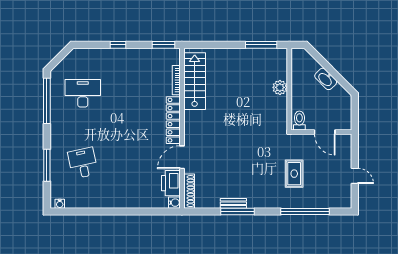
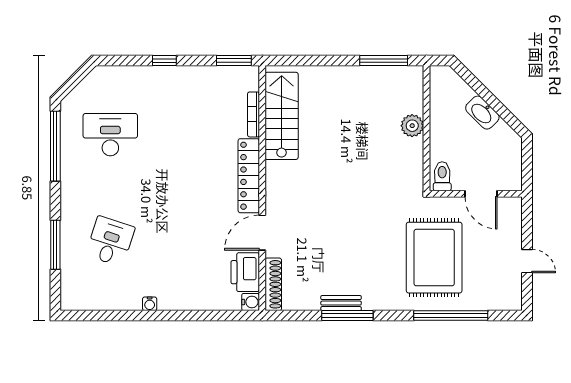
desk: (83, 163) -> (110, 241), turned 30
rug: (294, 174) -> (434, 258), width x1.86, depth x2.06
water cooler: (60, 204) -> (150, 304), moved

